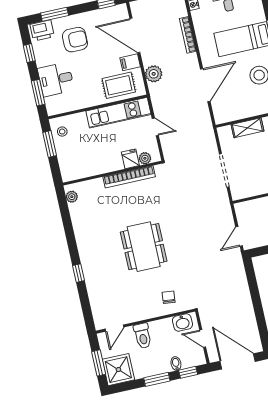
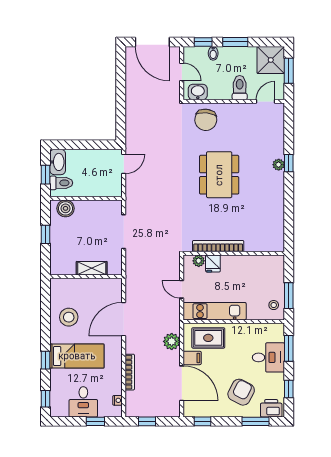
armchair: (75, 40) -> (241, 392), turned 118
plant: (72, 197) -> (279, 165), moved
chair: (169, 297) -> (206, 120), width x1.87, depth x1.87

